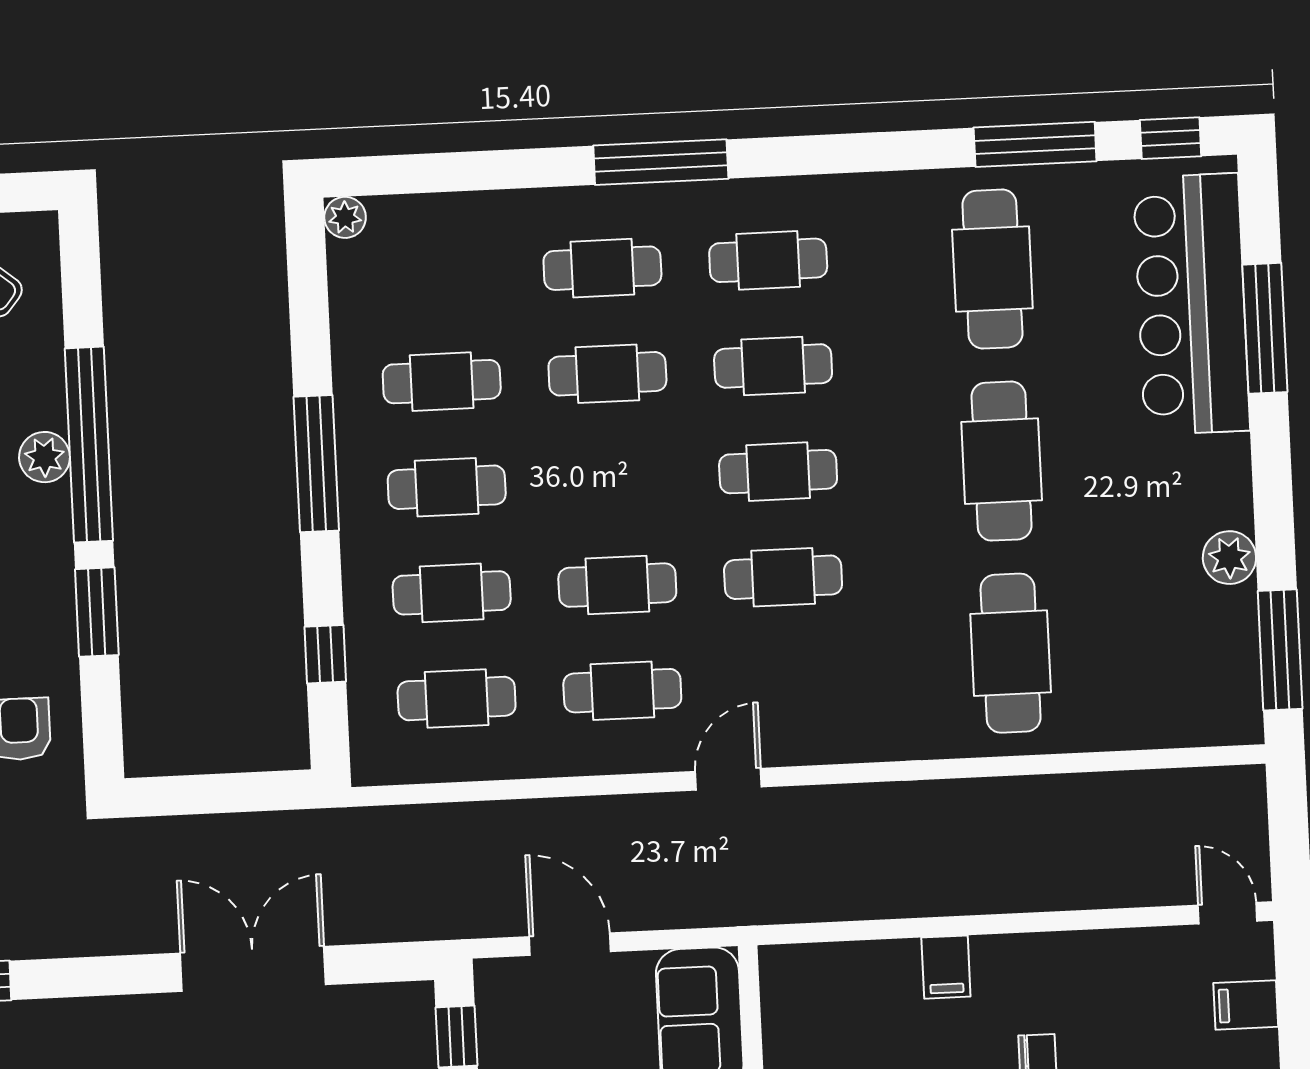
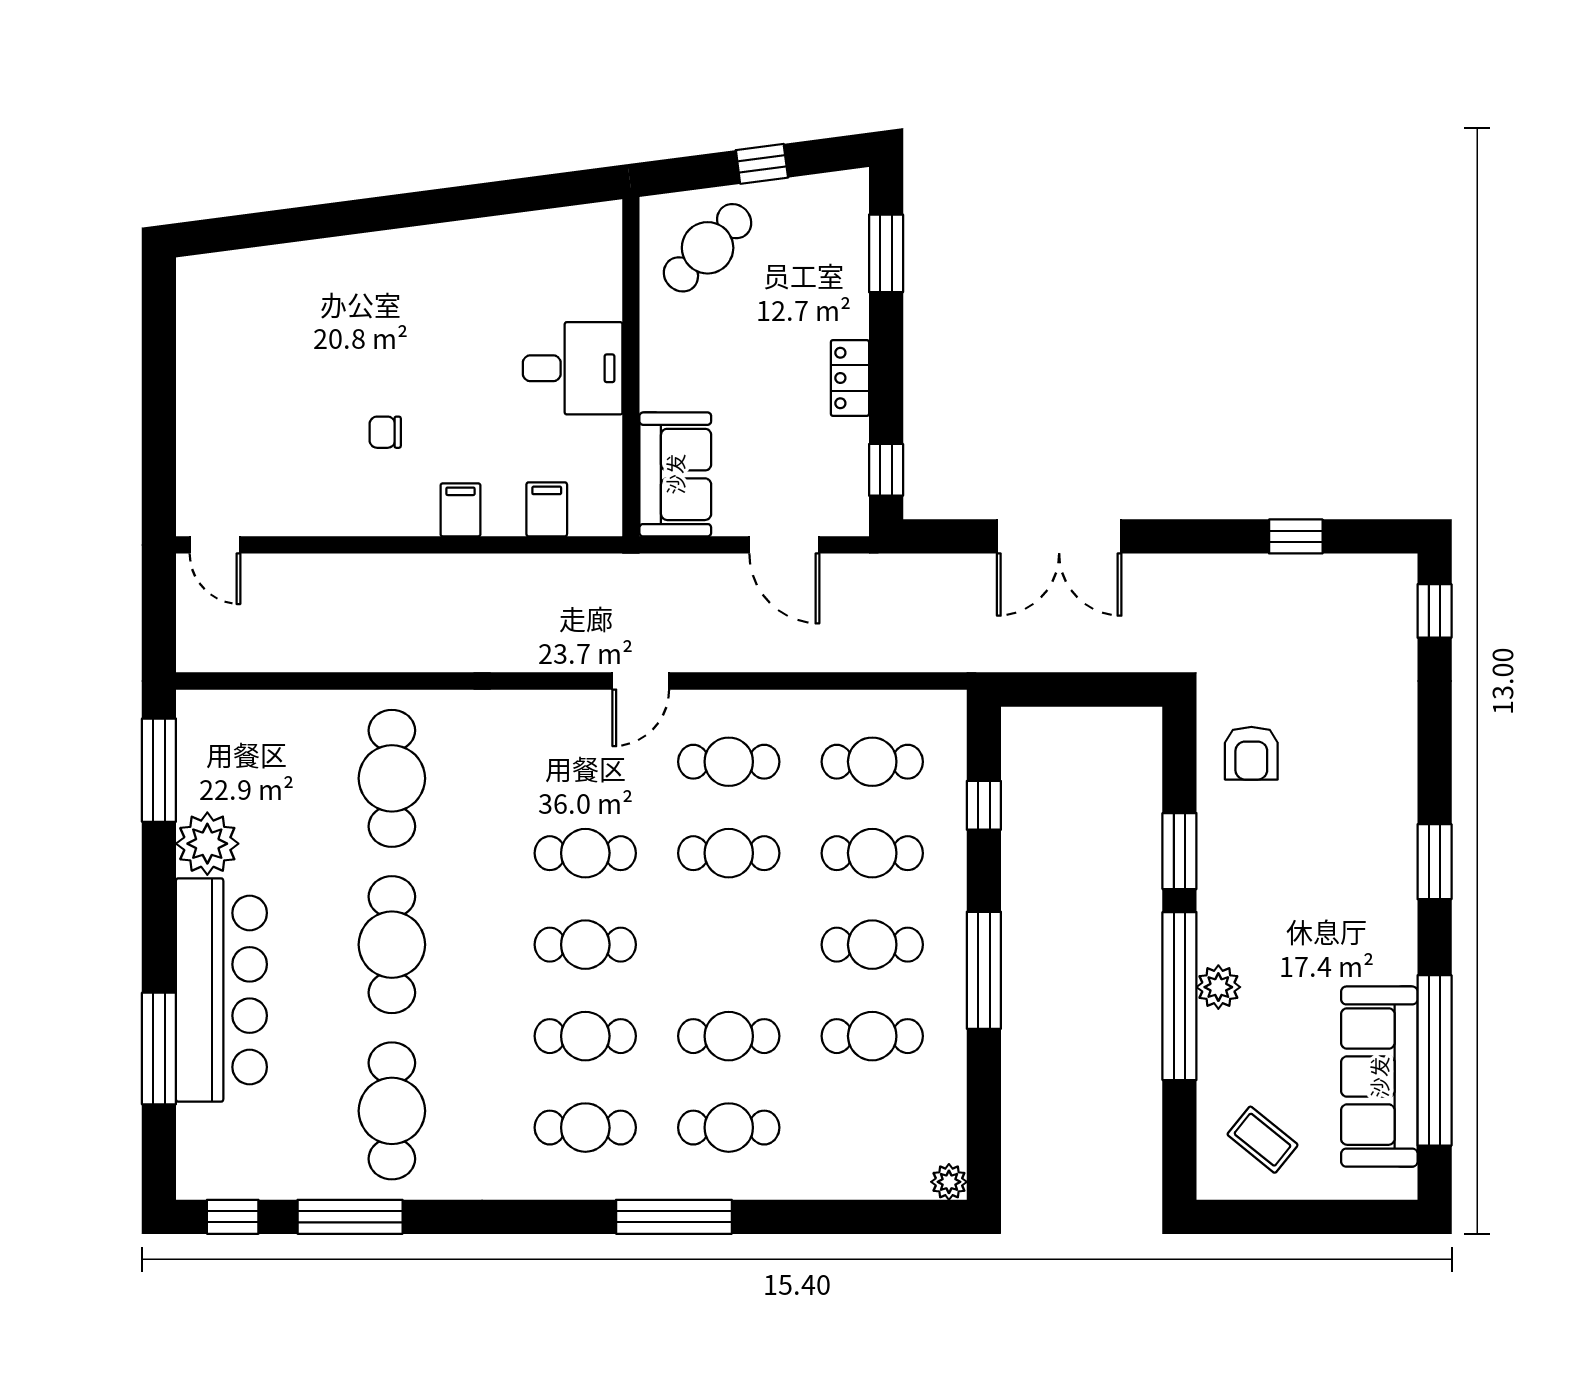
bar counter: (1191, 304) -> (221, 990), moved
plant: (1229, 558) -> (207, 844), width x1.36, depth x1.36
filing cabinet: (1246, 1005) -> (547, 509), moved, turned -90

